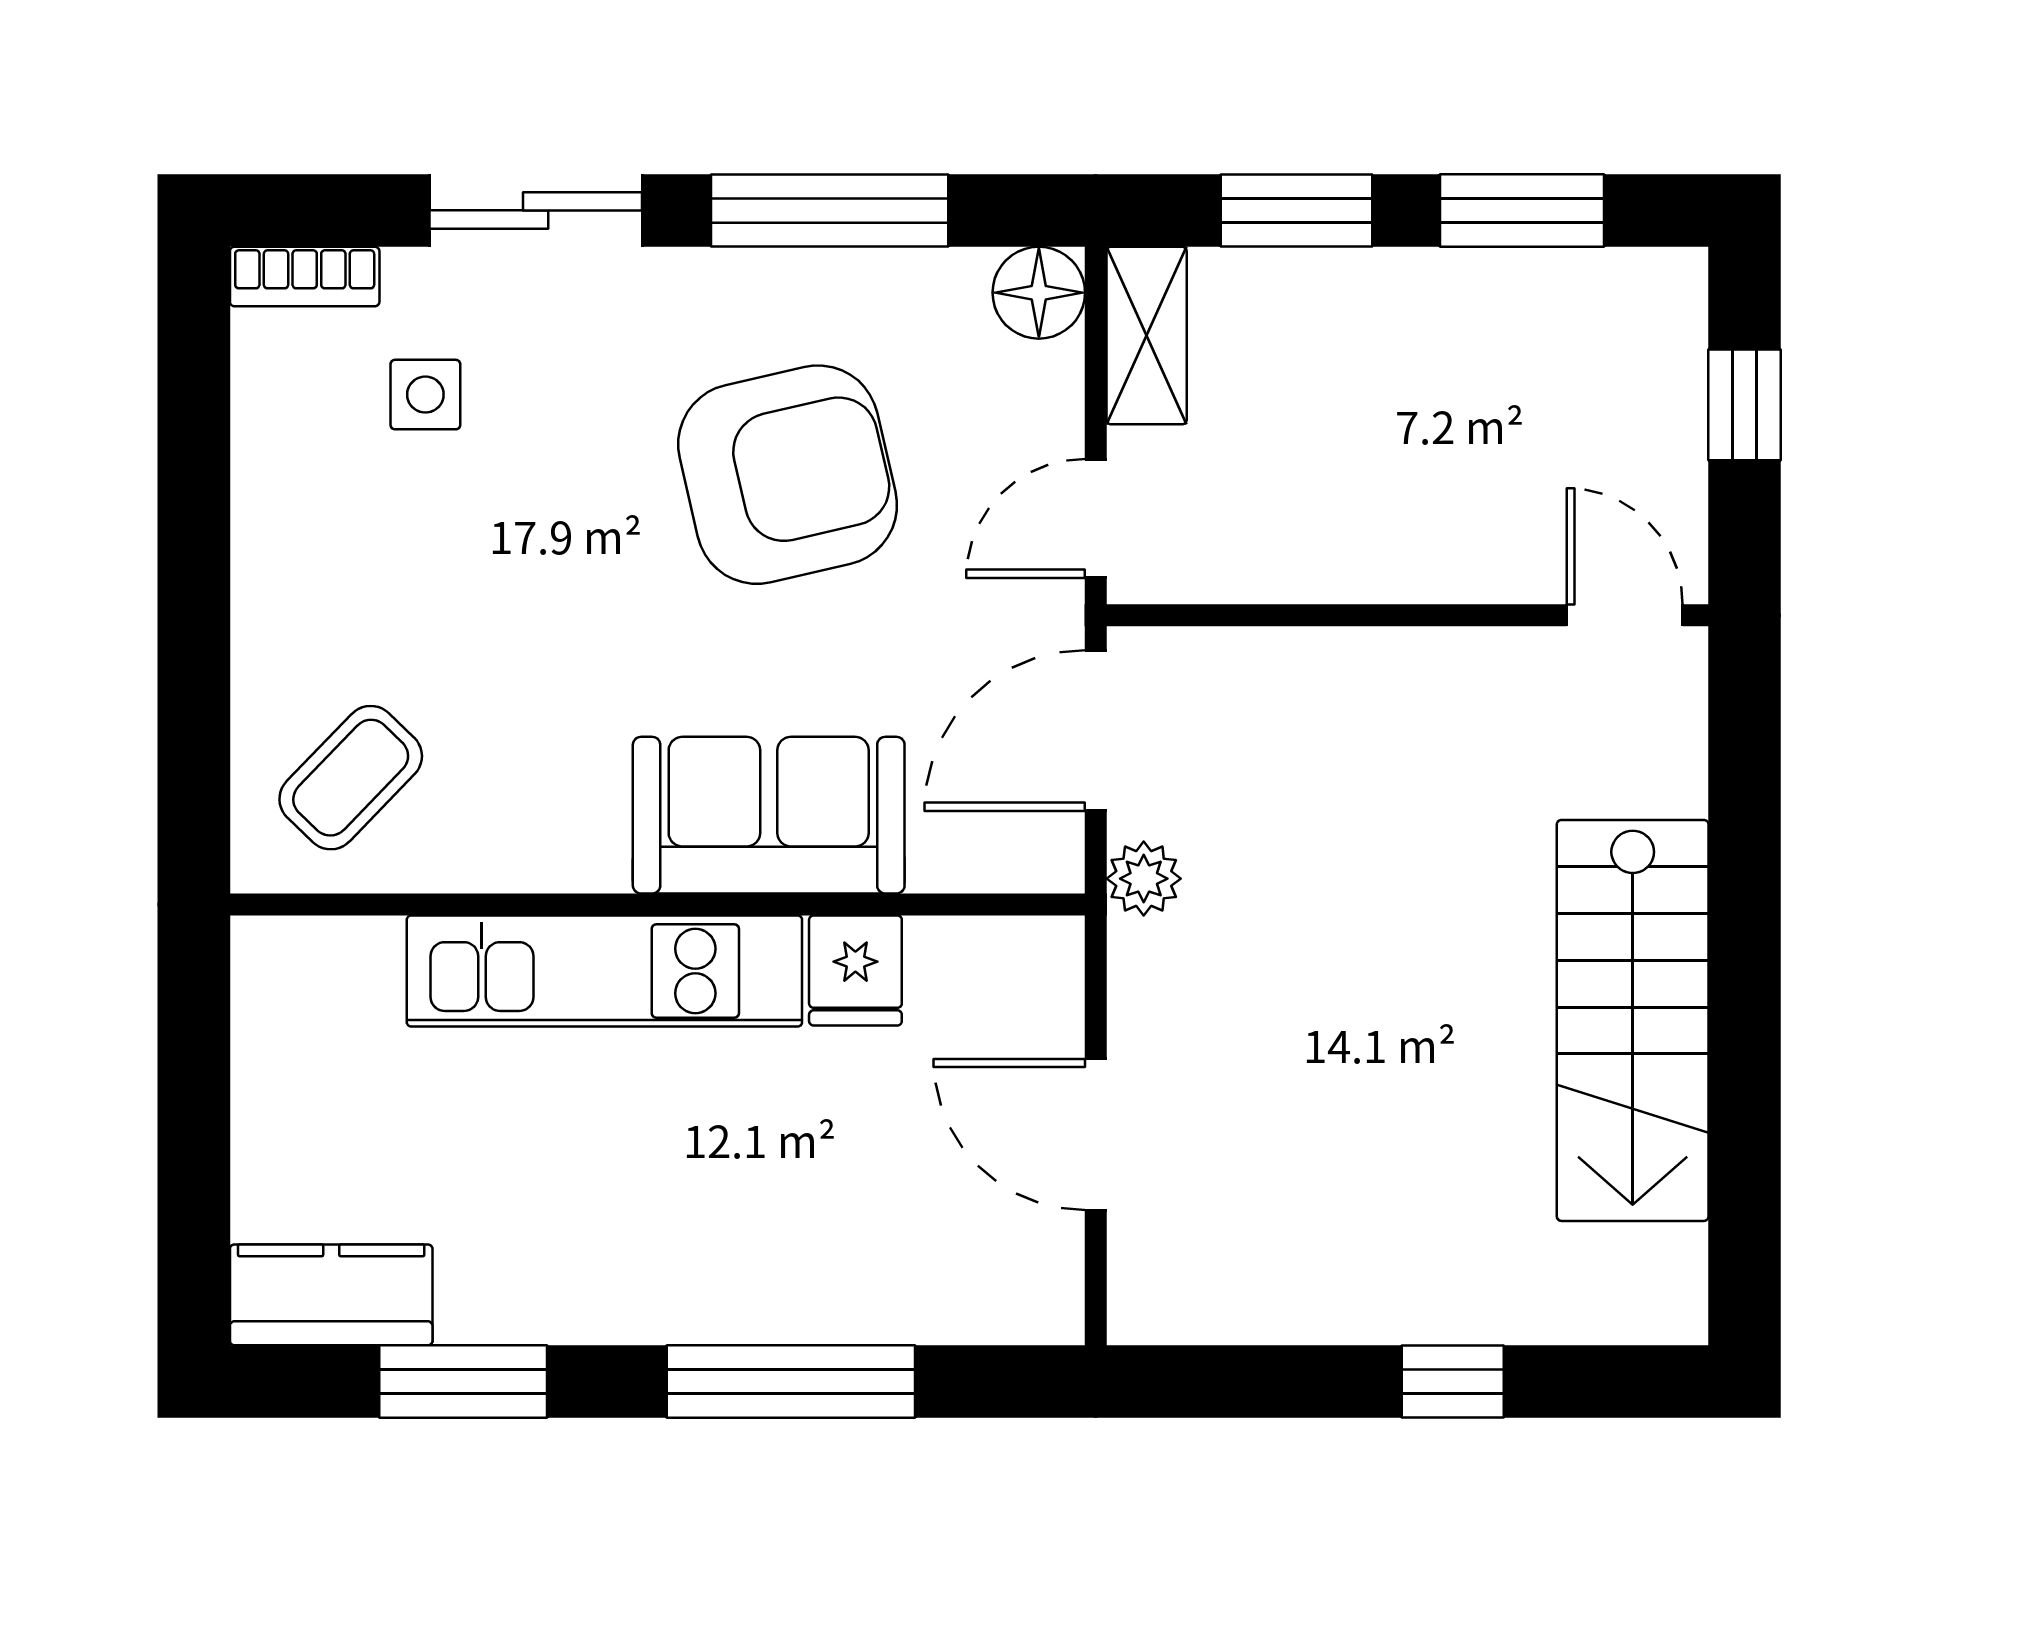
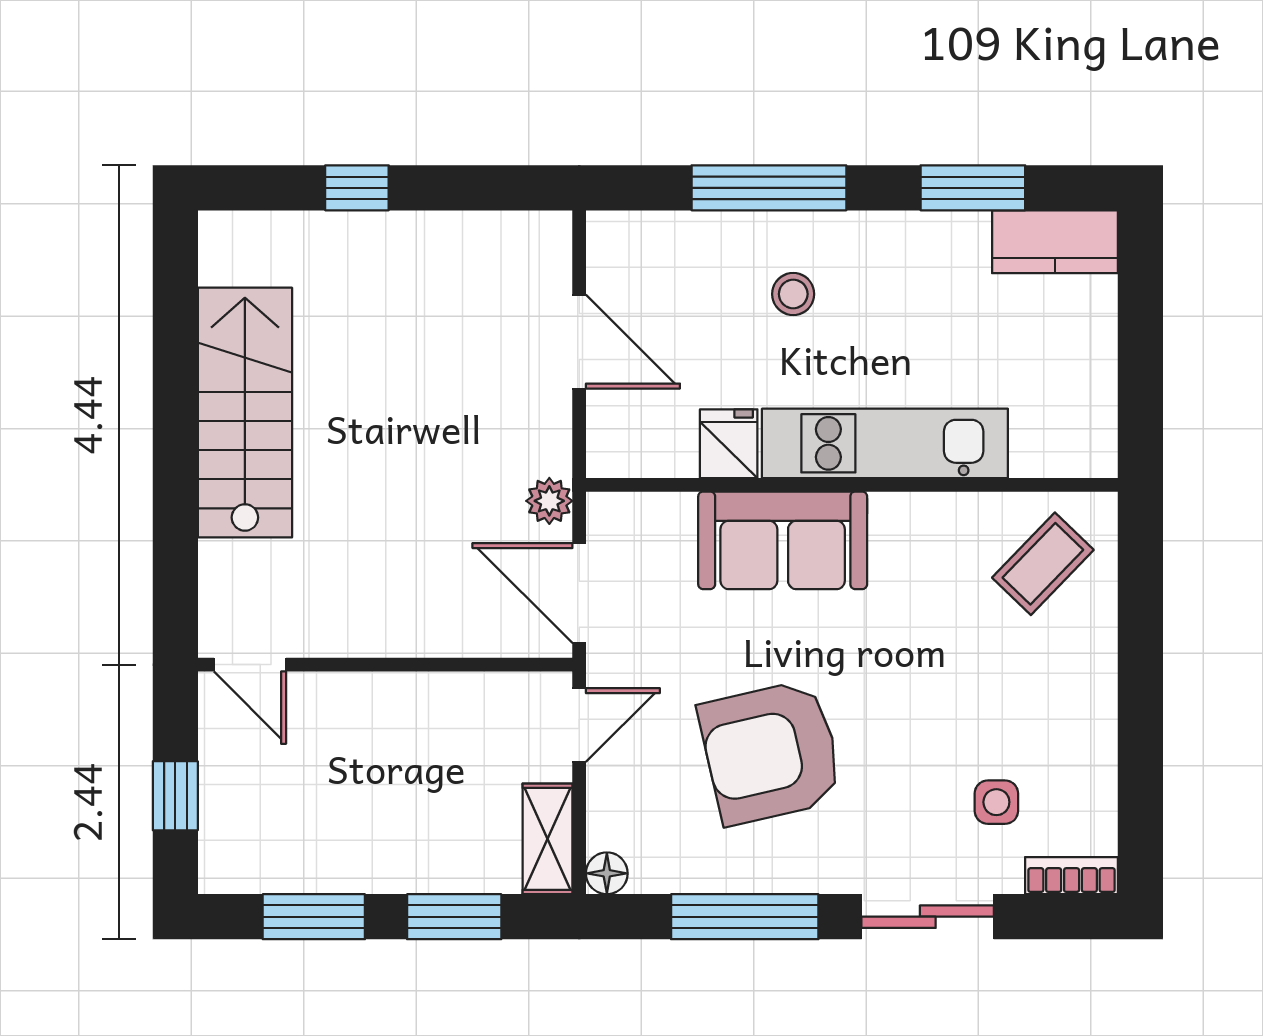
floor lamp: (1039, 293) -> (607, 873), width x0.73, depth x0.73
door: (1096, 731) -> (579, 593), swing flipped
stool: (752, 1211) -> (793, 294), added

